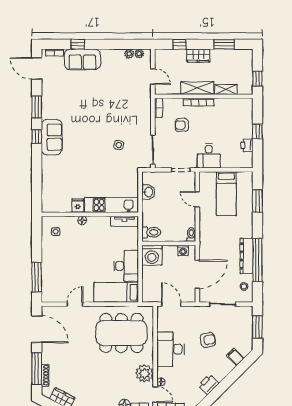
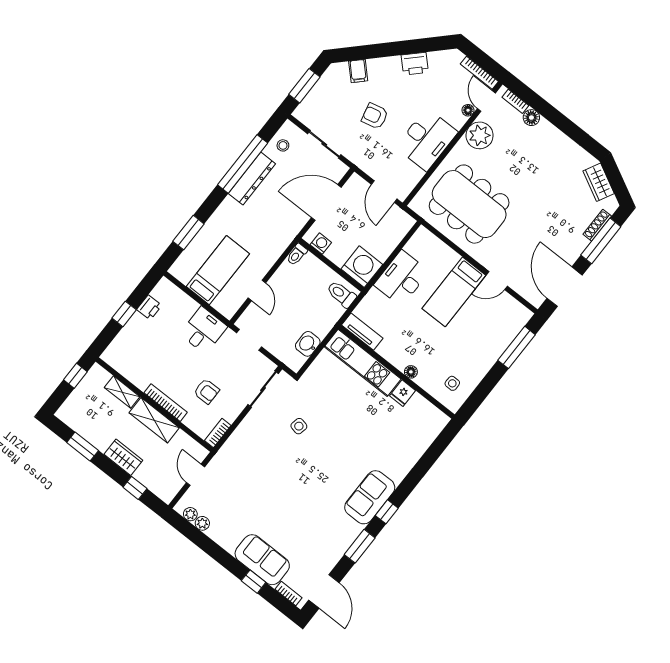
bed: (116, 292) -> (454, 292), moved, turned 90

